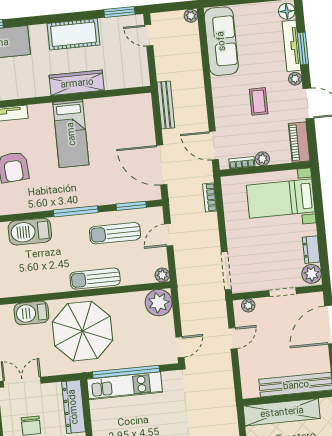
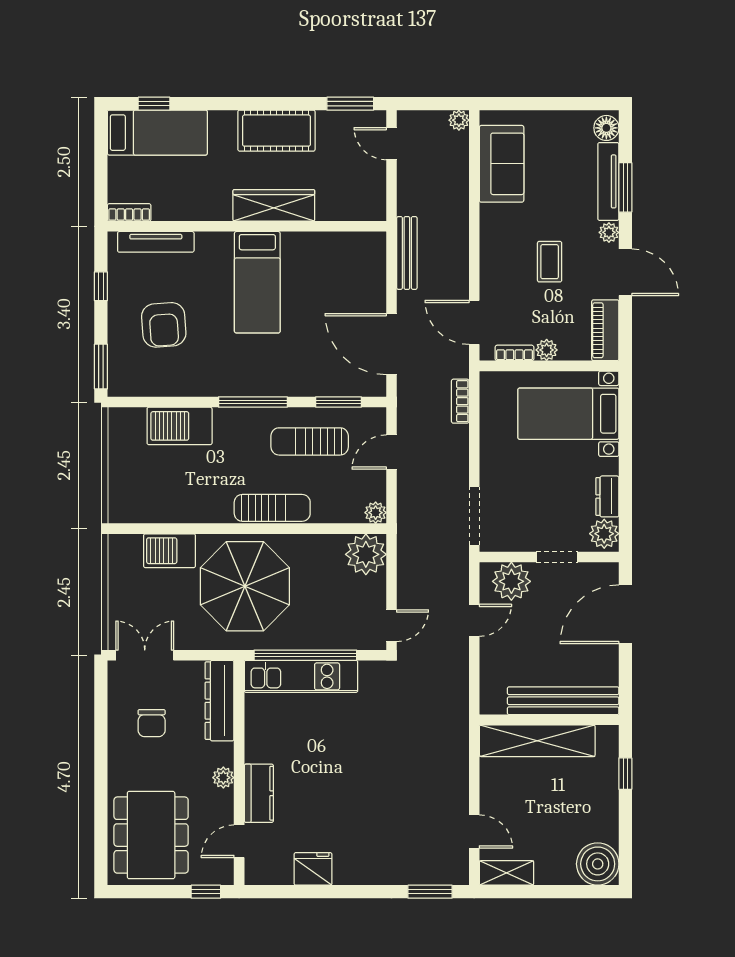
sofa: (221, 41) -> (502, 164), width x0.73
sun lounger: (95, 279) -> (272, 508), turned 180
plant: (248, 305) -> (511, 581), width x1.88, depth x1.88

